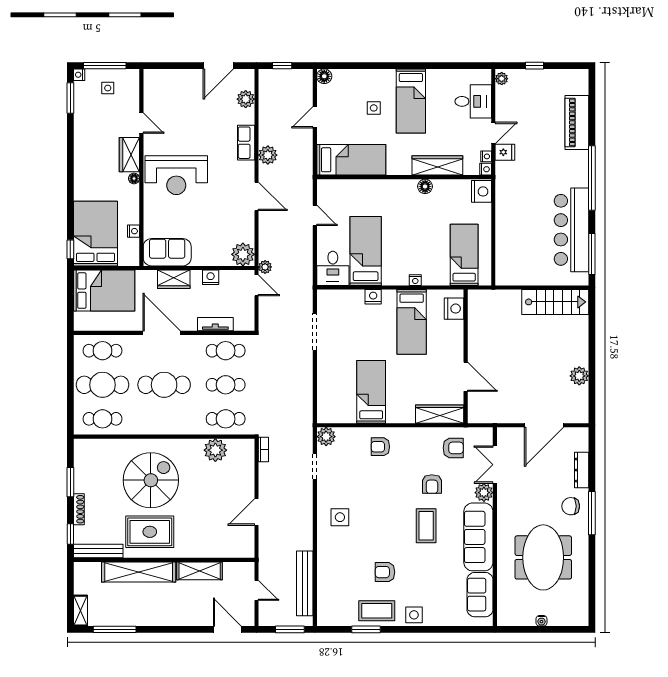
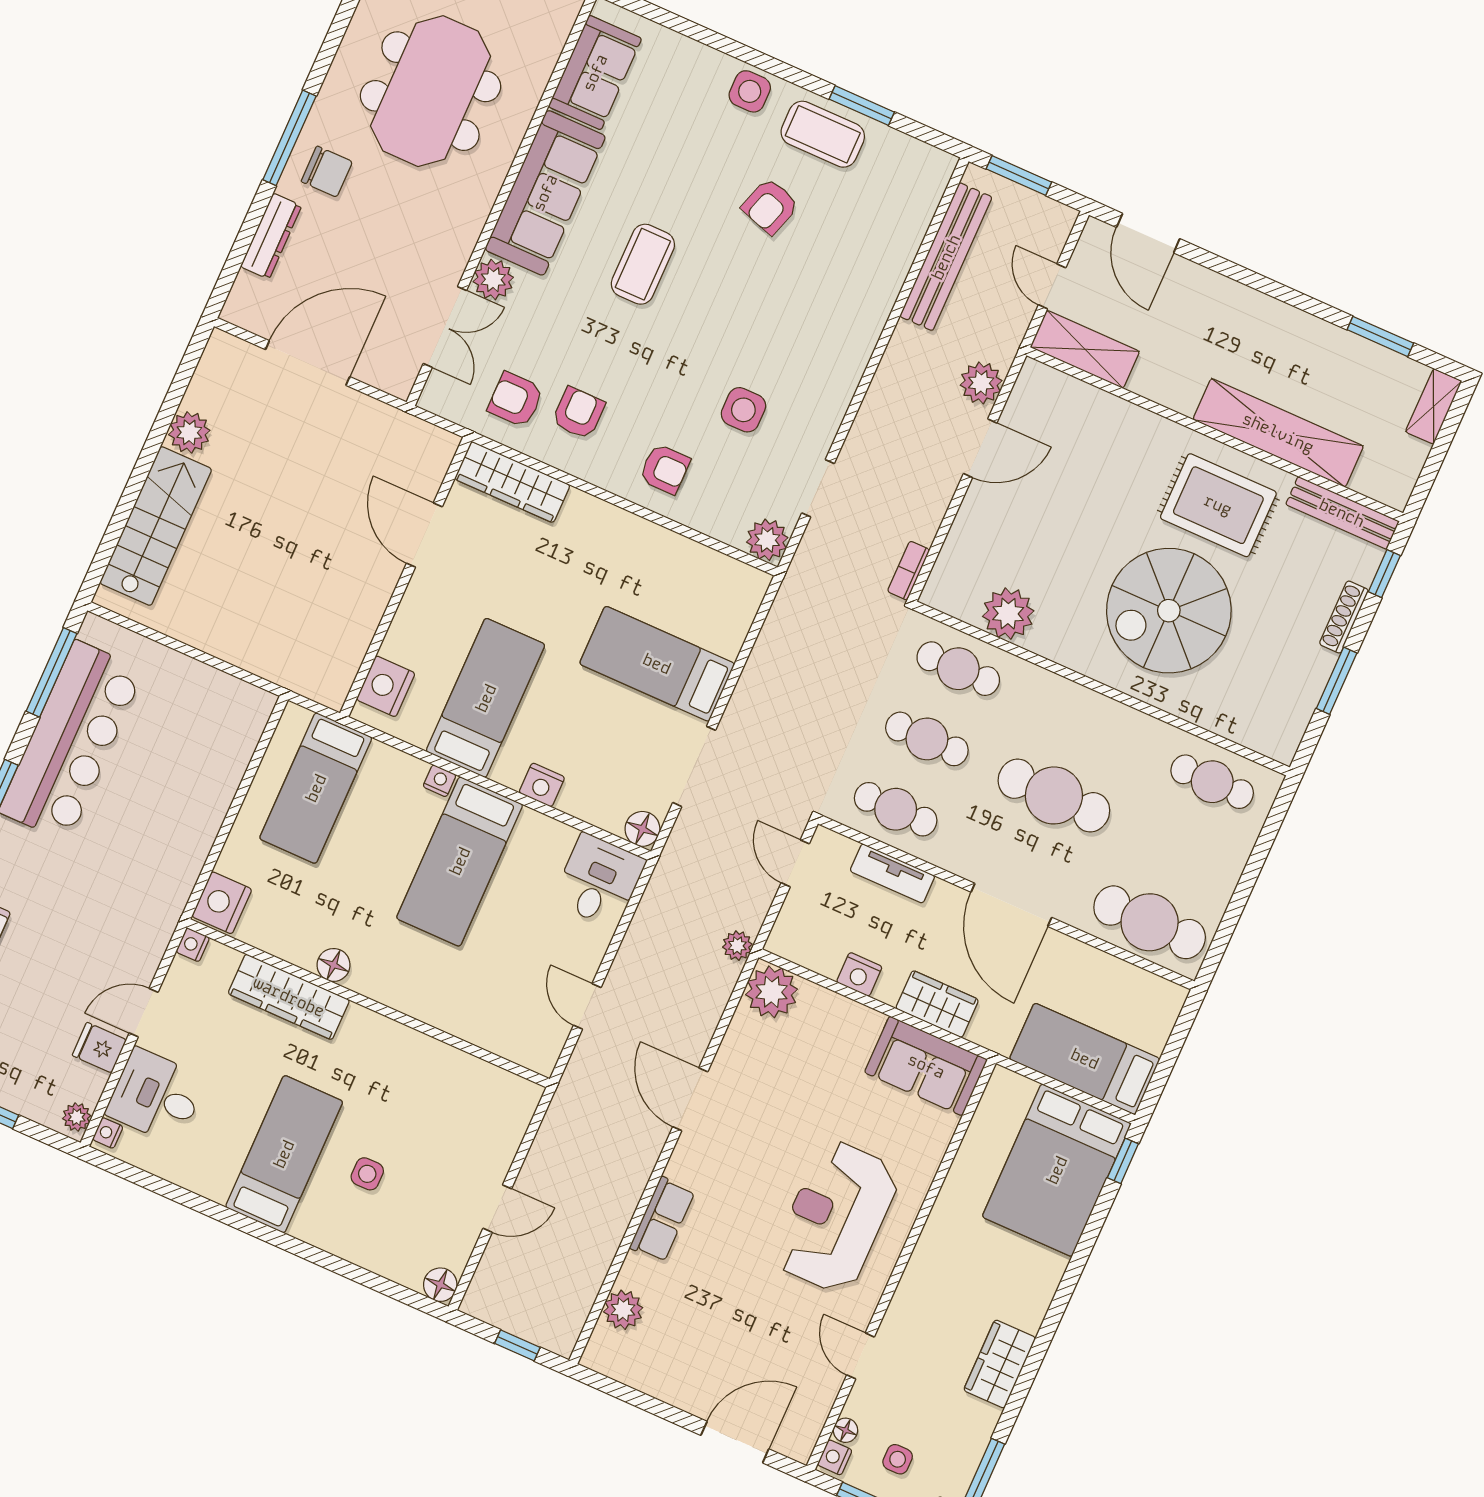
door: (218, 66) -> (735, 1442), moved
fridge: (505, 152) -> (99, 1048), moved
wardrobe: (129, 155) -> (1000, 1364), moved, turned 180
plant: (268, 155) -> (981, 383), moved
nightstand: (486, 156) -> (108, 1133), moved
bed: (351, 160) -> (461, 1088), removed
reception desk: (176, 175) -> (836, 1217), turned -90
floor lamp: (134, 179) -> (845, 1430), moved
nightstand: (134, 231) -> (835, 1457), moved
bed: (366, 251) -> (460, 861), moved
door: (256, 285) -> (795, 863), moved
bed: (104, 291) -> (1085, 1059), width x0.67
floor lamp: (325, 297) -> (642, 829), added
stairs: (555, 302) -> (156, 526), moved, turned 90
cafe table: (103, 351) -> (1150, 922), width x1.37, depth x1.35
cafe table: (103, 385) -> (1181, 852), removed
bed: (371, 392) -> (657, 664), moved, turned 90
armchair: (432, 484) -> (578, 413), moved
side table: (340, 517) -> (743, 410), moved
shelving: (200, 571) -> (1085, 349), moved
armchair: (385, 572) -> (770, 206), turned 108
window: (115, 629) -> (1380, 336), width x0.69

